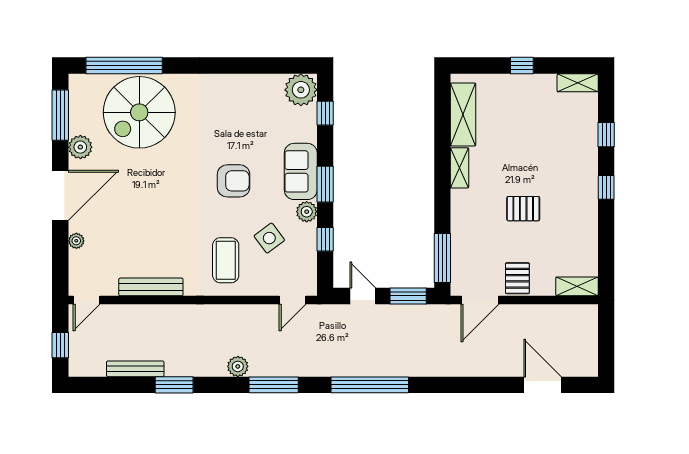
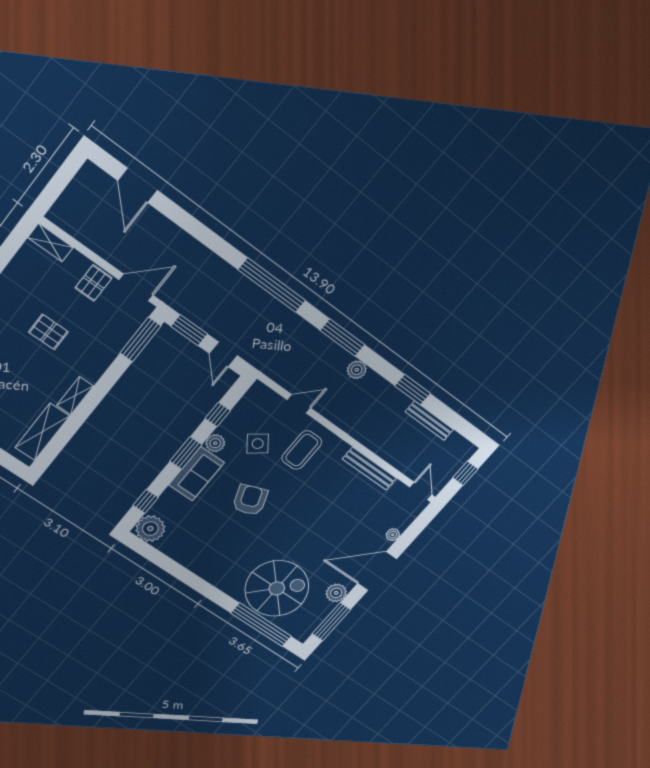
armchair: (234, 181) -> (250, 500), turned 69
door: (87, 300) -> (421, 491), hinge flipped
door: (293, 300) -> (299, 404), moved

